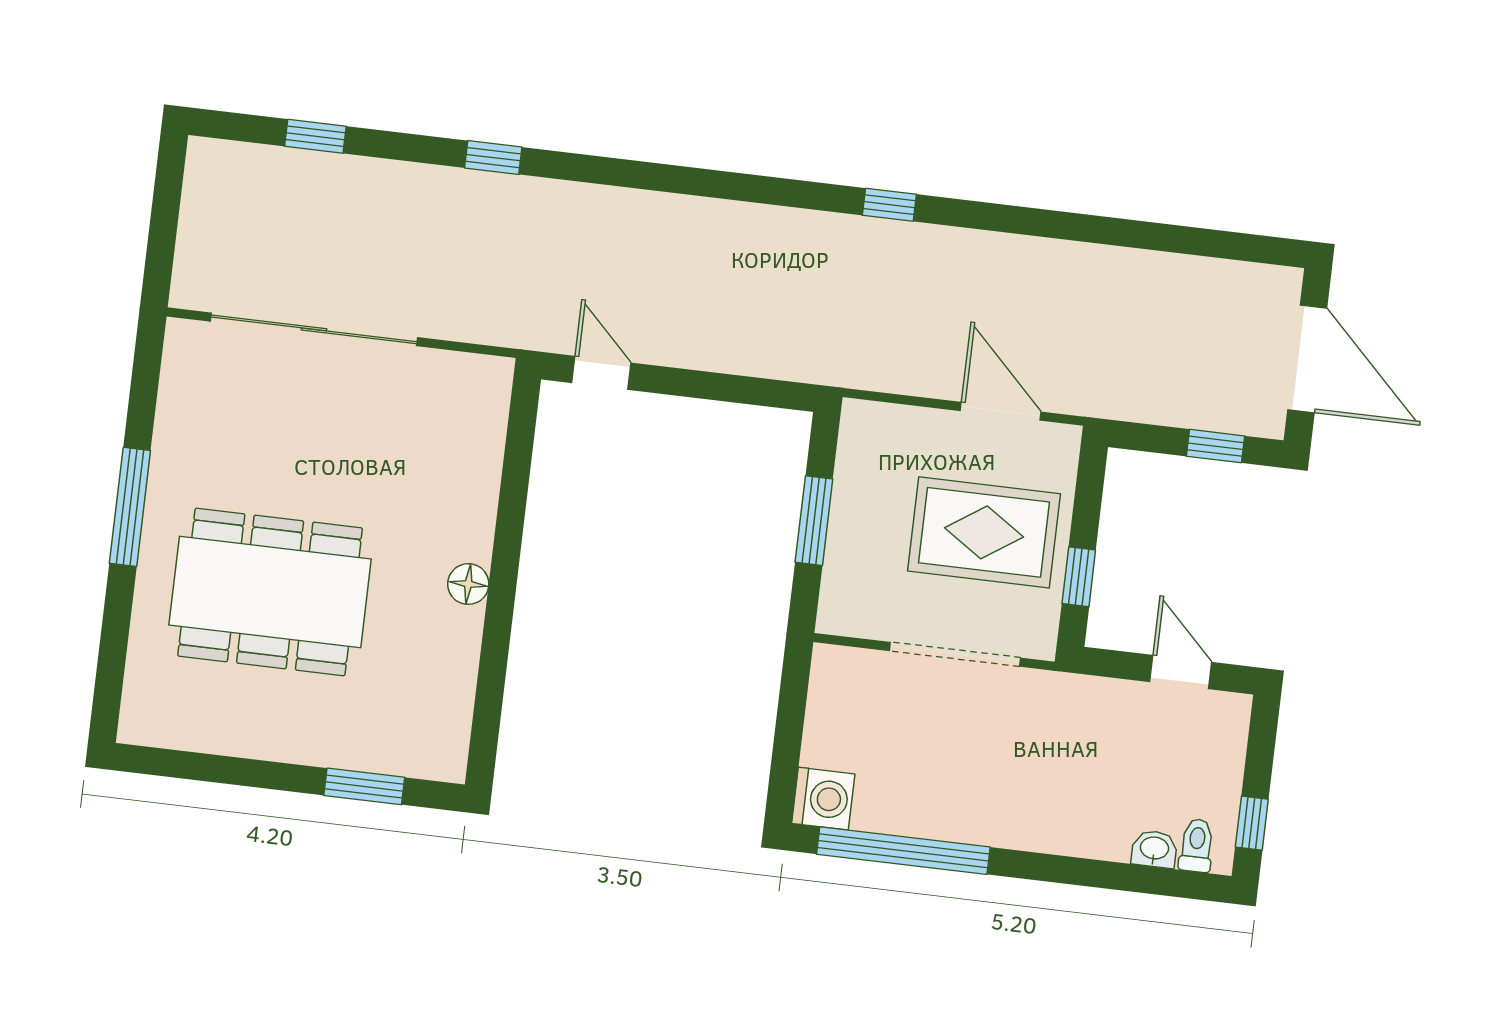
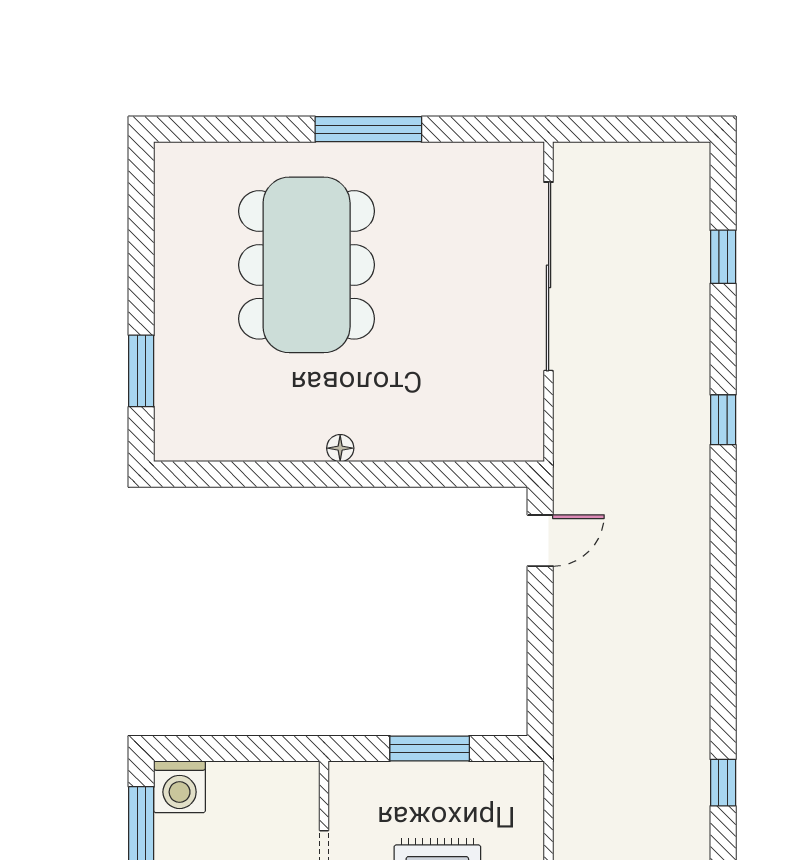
floor lamp: (468, 584) -> (340, 448), width x0.73, depth x0.73

